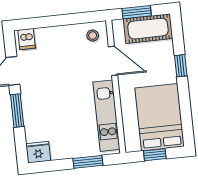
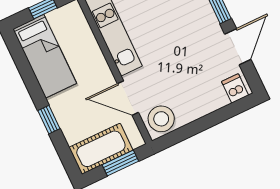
stool: (93, 36) -> (161, 119), width x1.89, depth x1.89
bed: (160, 117) -> (45, 56), width x0.67

